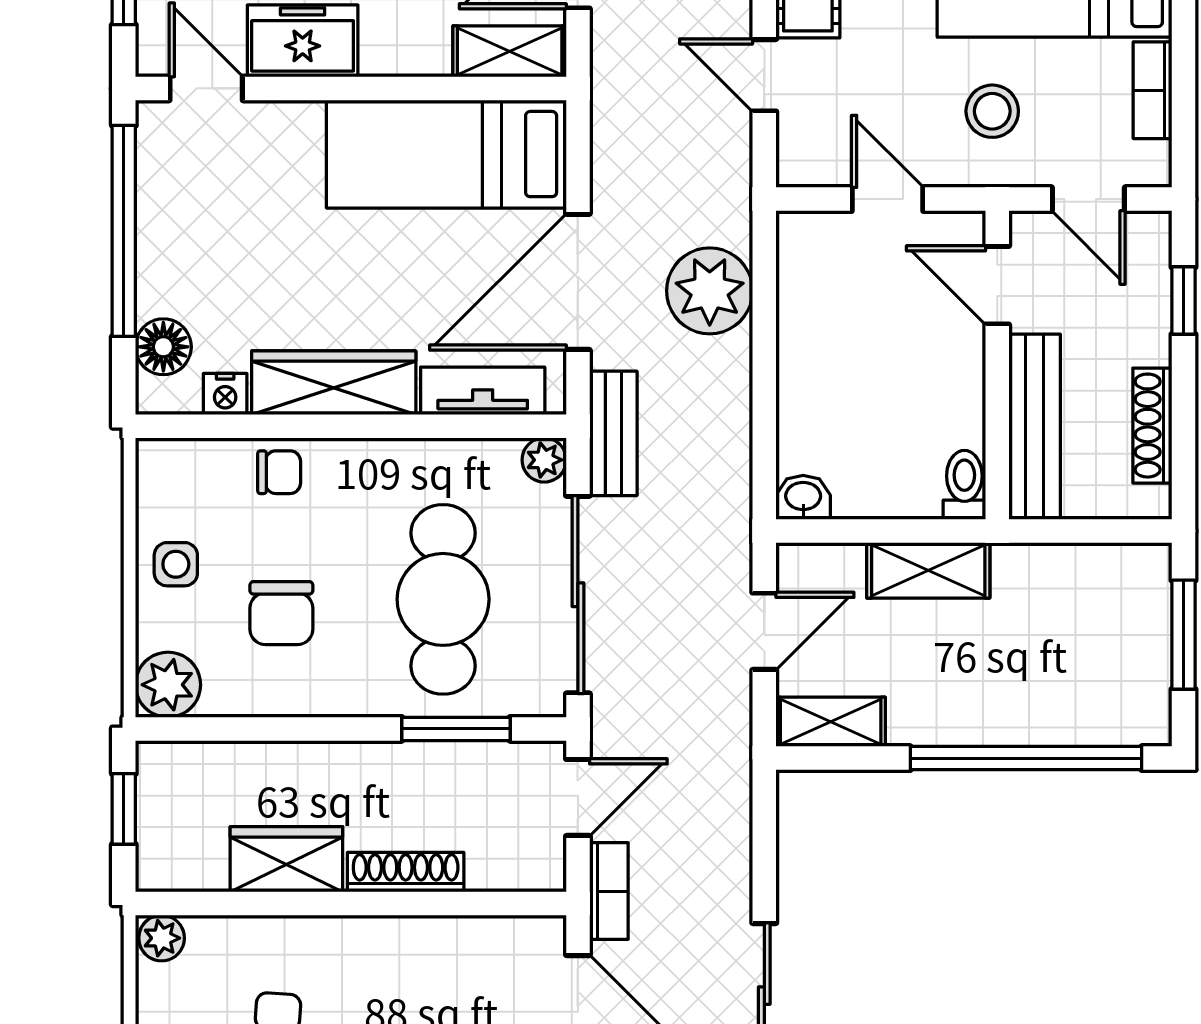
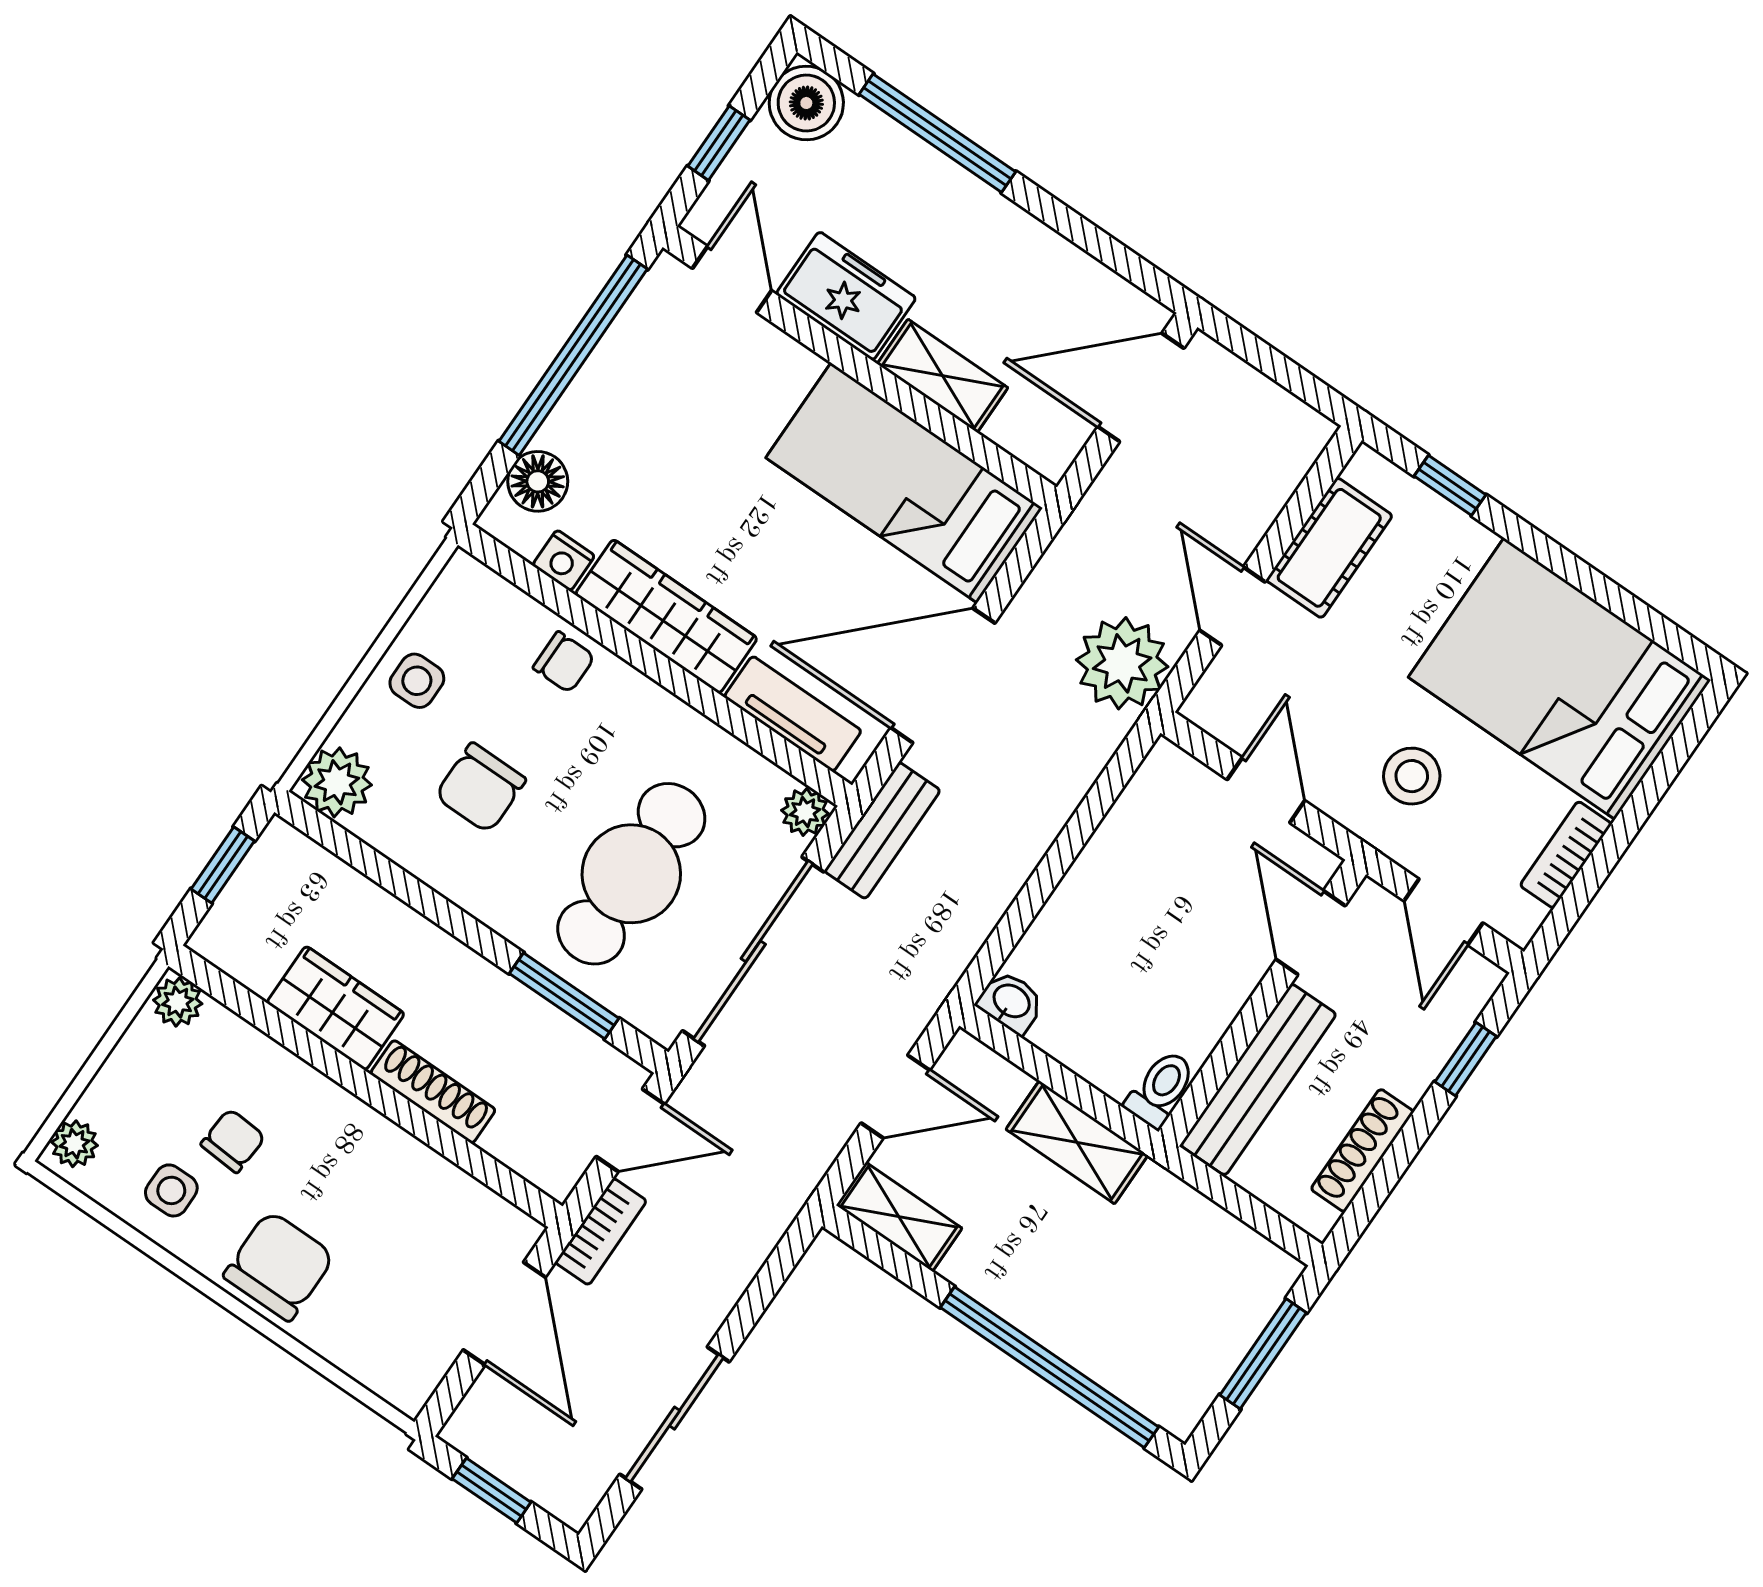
shelving: (510, 51) -> (943, 376), moved
plant: (710, 291) -> (1122, 663), moved

